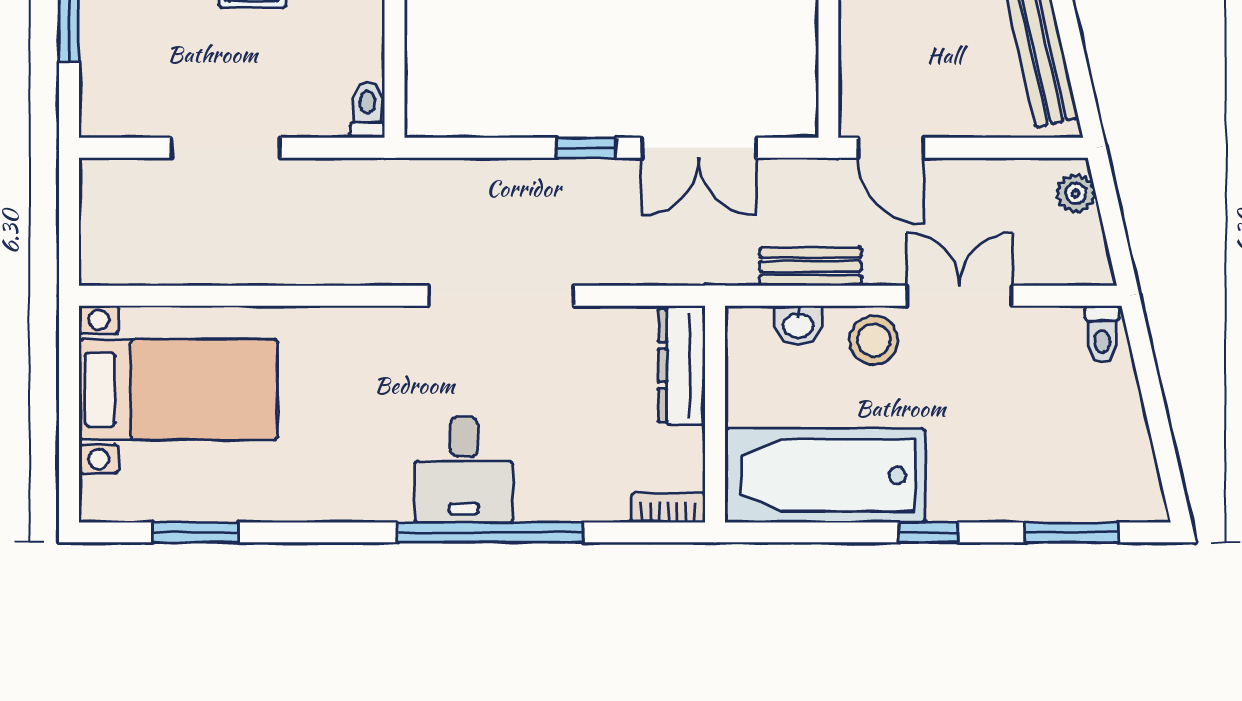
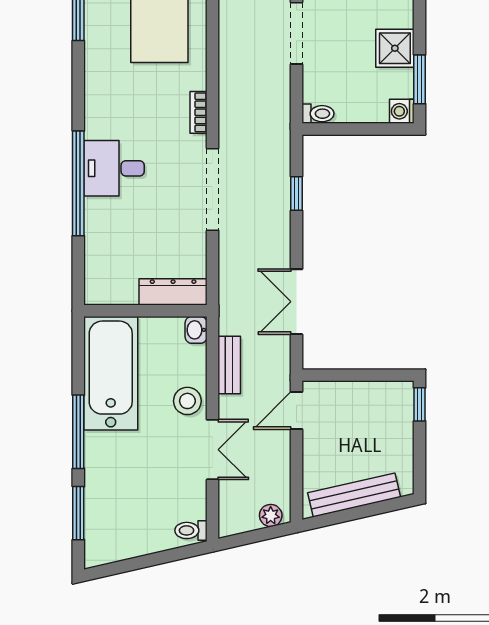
window: (586, 148) -> (296, 193), moved
washbasin: (798, 325) -> (196, 330), moved
bookcase: (668, 508) -> (199, 112), moved, turned 180
window: (928, 532) -> (78, 432), width x2.17

